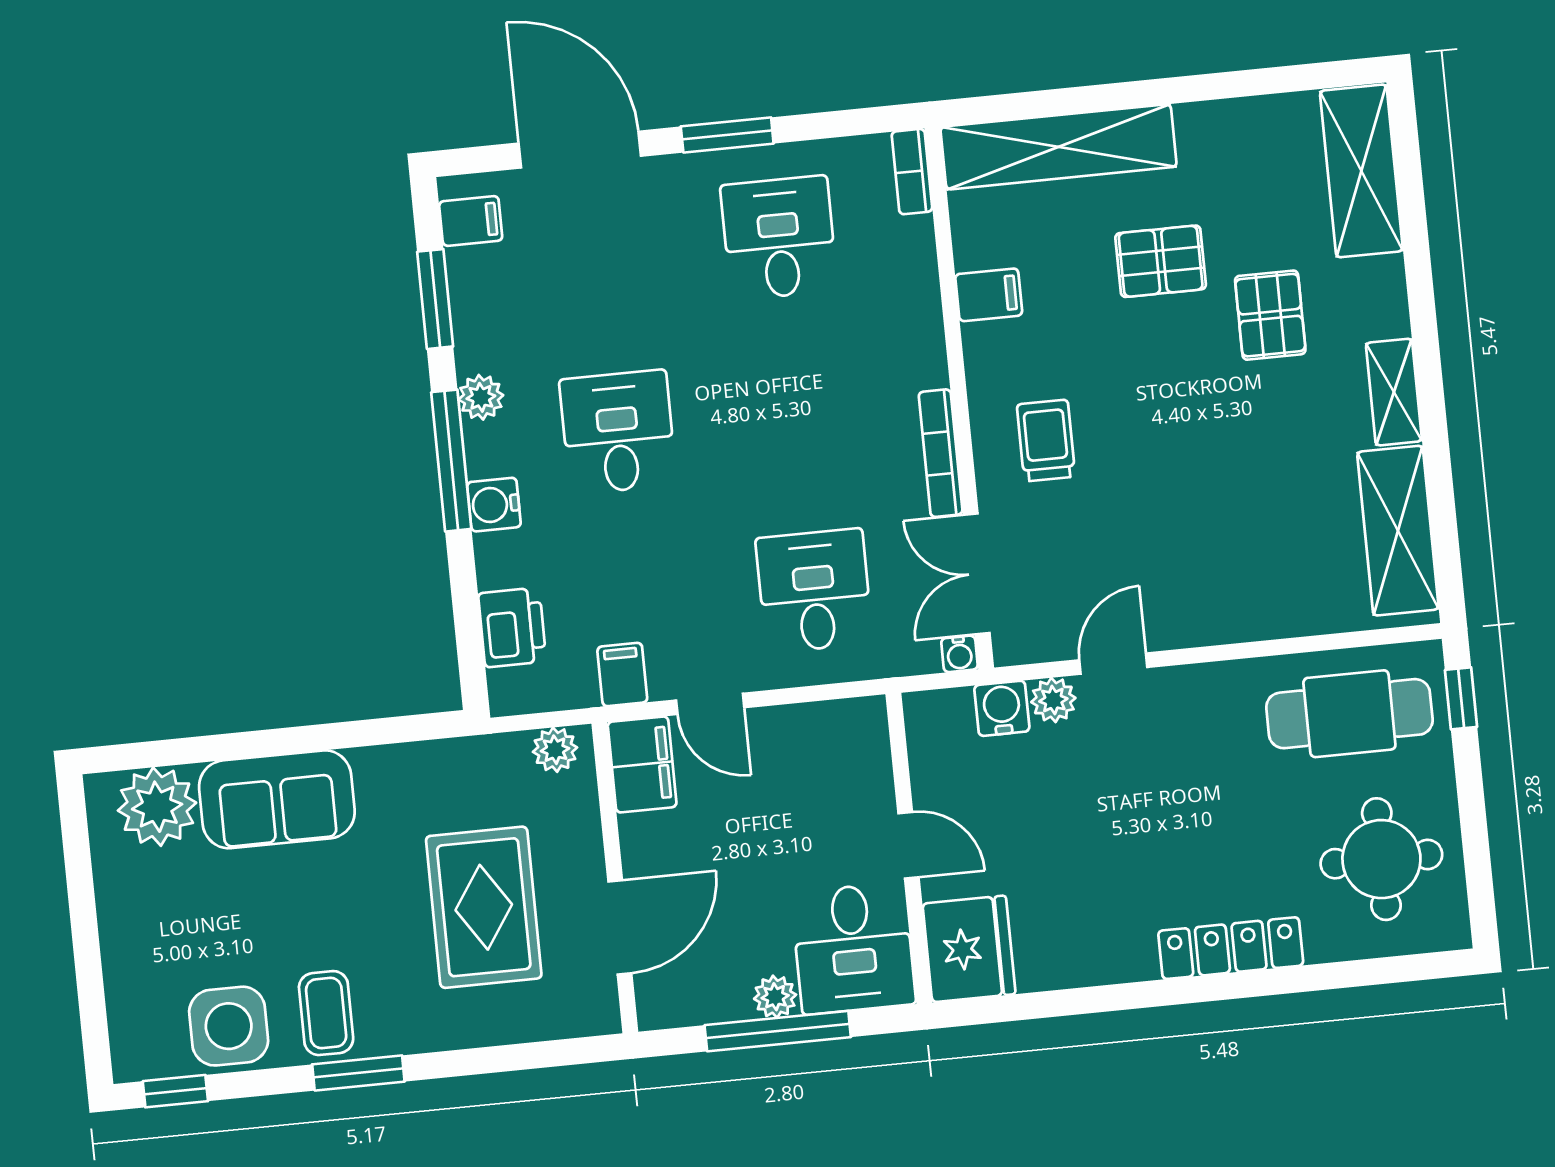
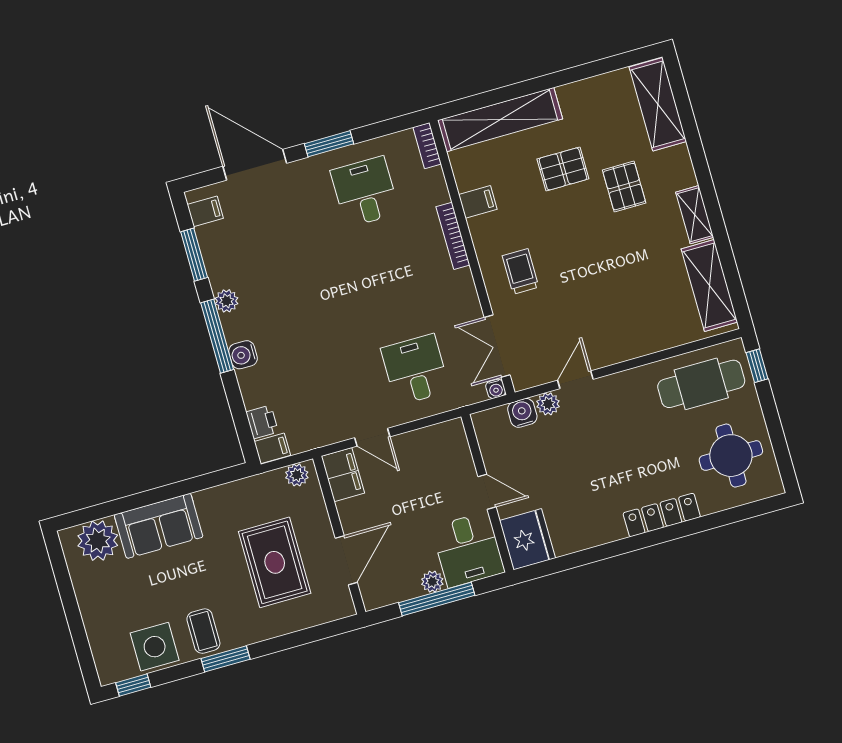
desk: (618, 432) -> (300, 306), removed
bookcase: (941, 453) -> (453, 236), moved
printer: (512, 627) -> (262, 422), width x0.73, depth x0.81
filing cabinet: (622, 675) -> (272, 448), moved, turned 90

